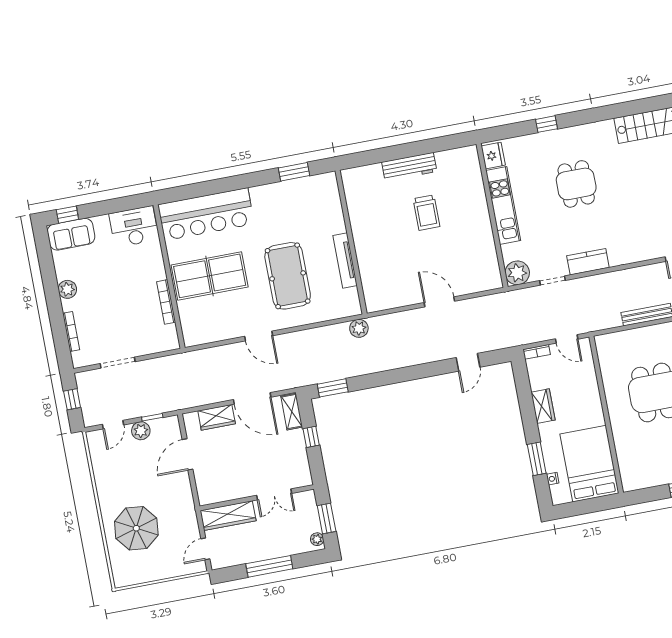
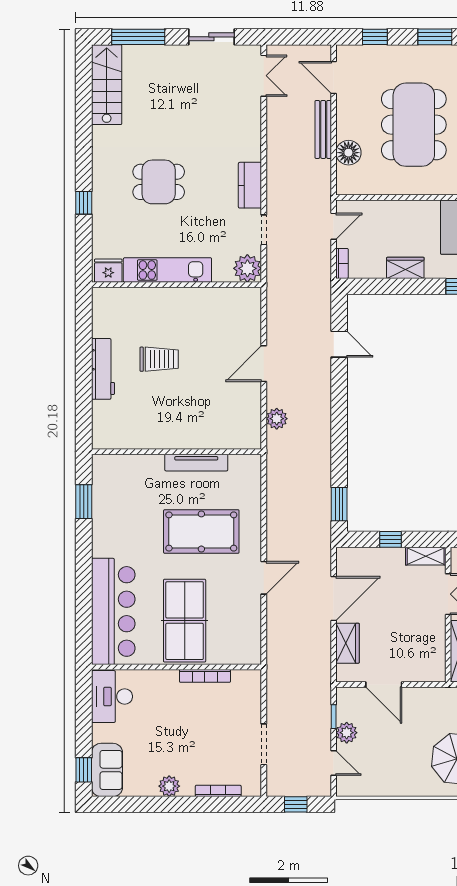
plant: (359, 328) -> (277, 419), moved
floor lamp: (631, 340) -> (348, 153), added
shelving: (292, 412) -> (426, 556), moved

